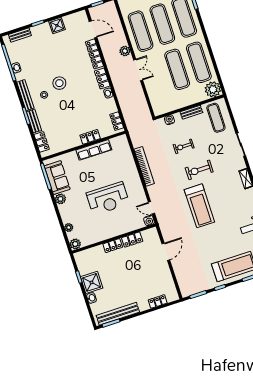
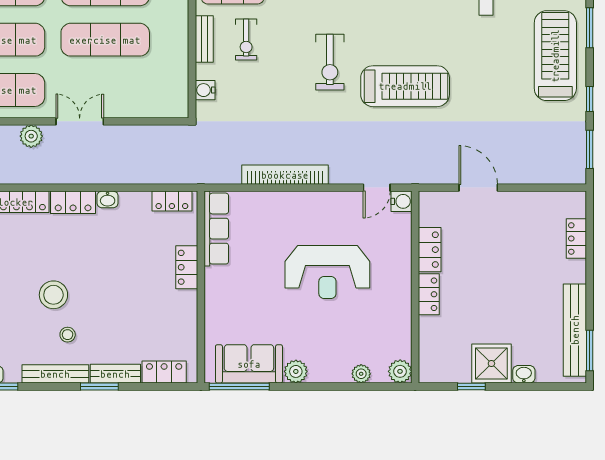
exercise bike: (184, 146) -> (246, 40), moved
row of seats: (94, 150) -> (216, 229), moved
reception desk: (108, 198) -> (327, 272), turned 90

